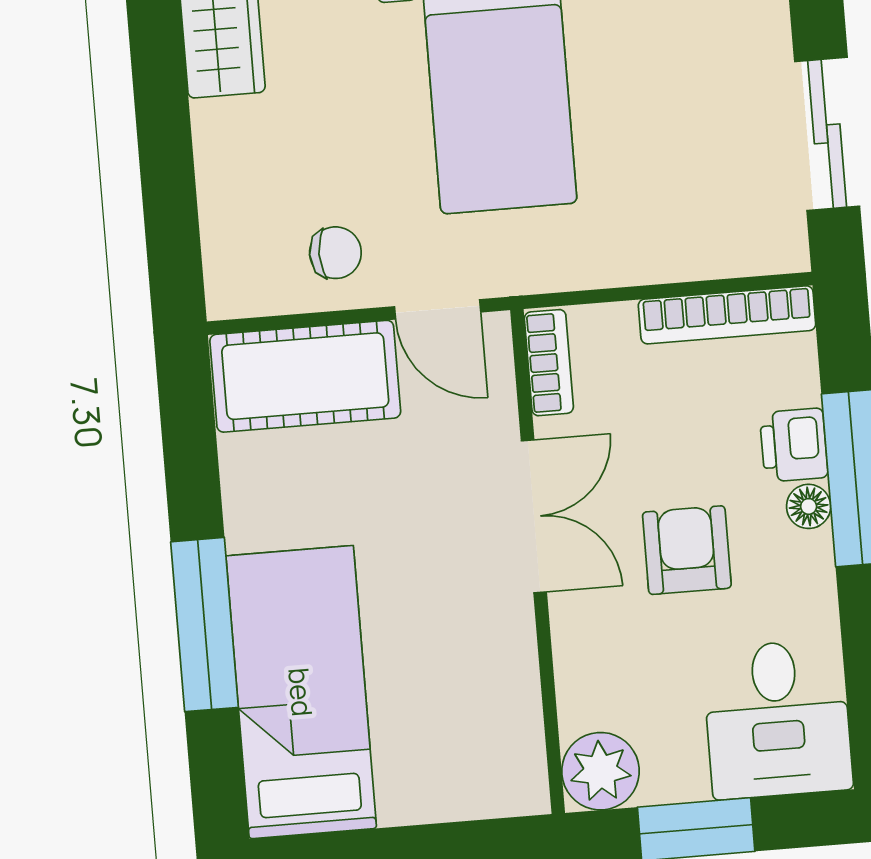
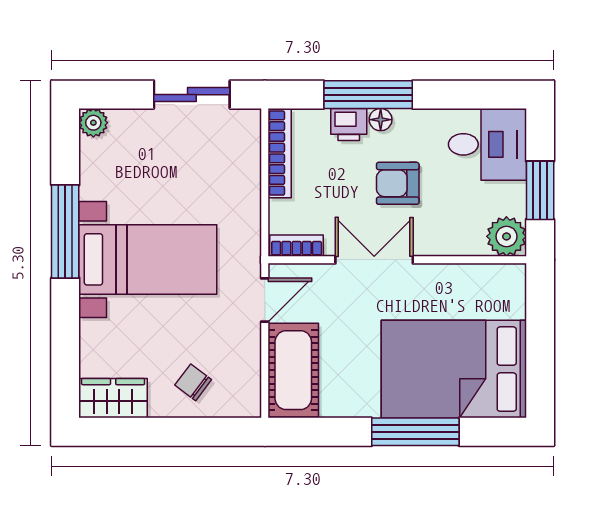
chair: (335, 253) -> (193, 382), moved, turned -53
bed: (301, 692) -> (454, 369), width x1.50

